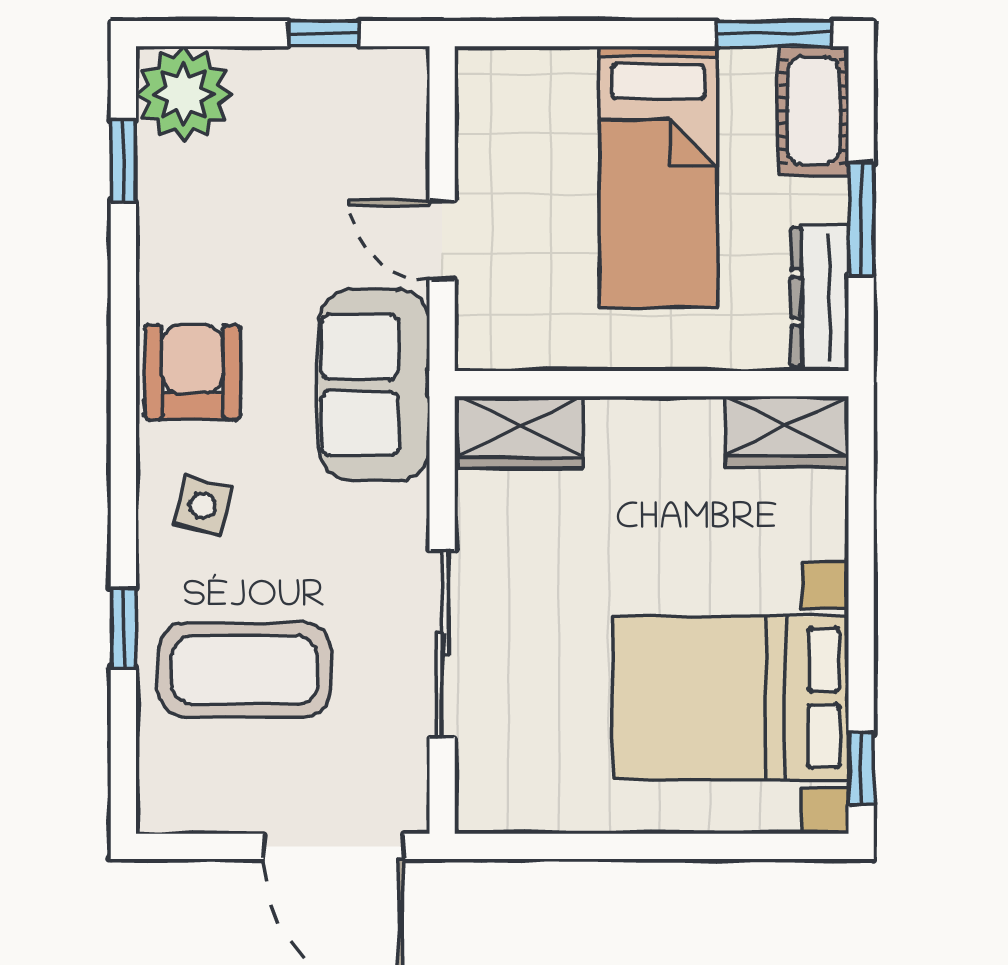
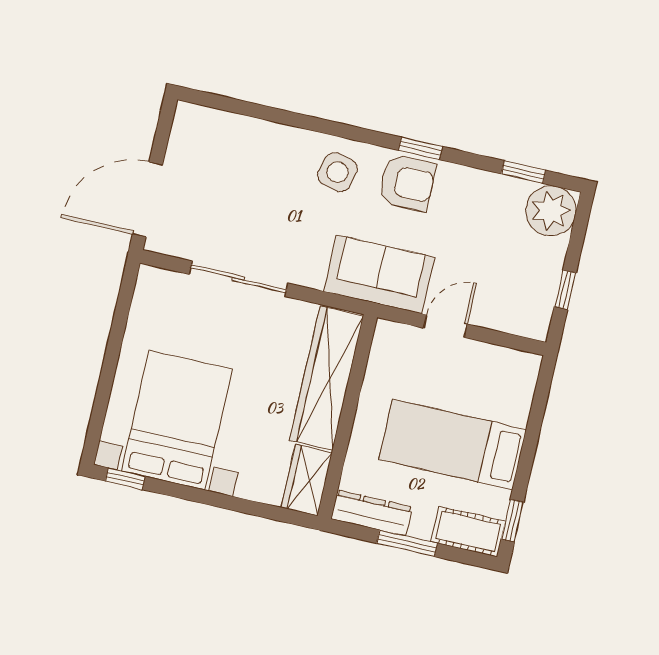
window: (774, 34) -> (512, 521), width x0.67
wardrobe: (521, 432) -> (327, 378), width x2.10, depth x1.17
side table: (203, 506) -> (337, 172), width x1.37, depth x1.37
window: (123, 628) -> (420, 148), moved
coffee table: (245, 670) -> (248, 174), removed

